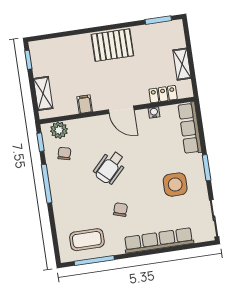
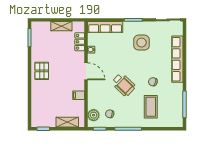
pallet: (112, 45) -> (42, 71), width x0.67, depth x0.71
door: (121, 110) -> (86, 71), hinge flipped
coffee table: (87, 240) -> (151, 107), moved

